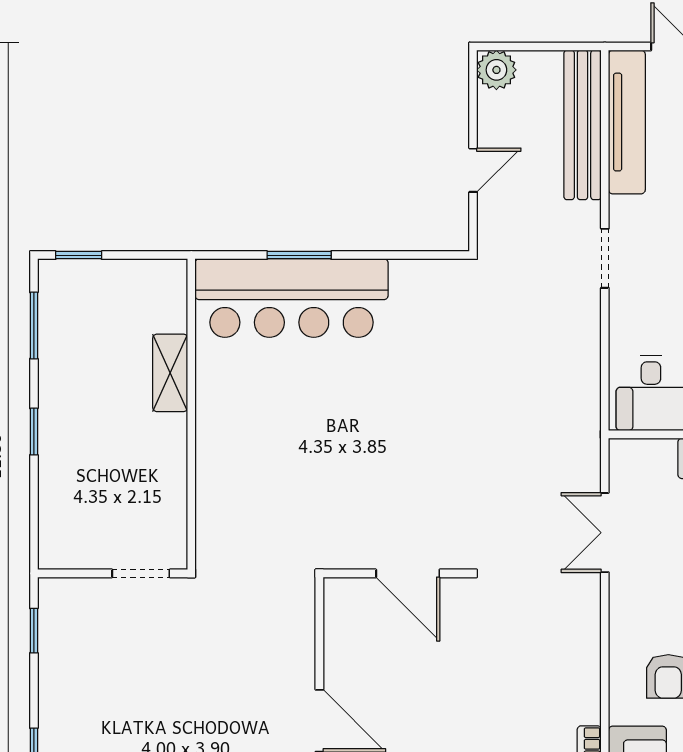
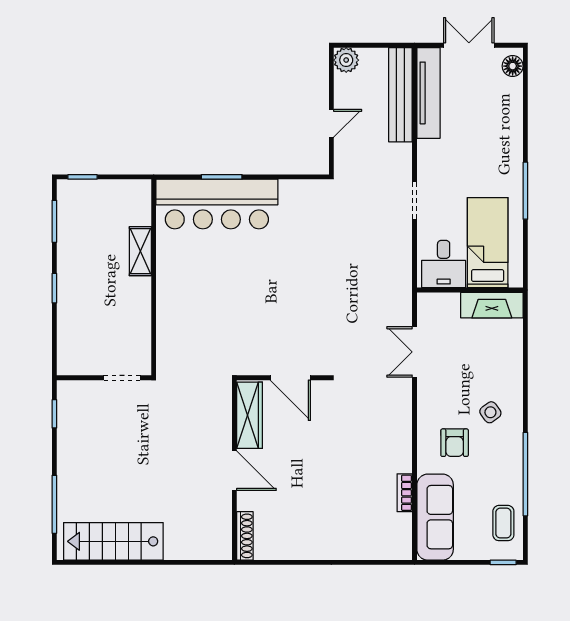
doorway: (605, 258) -> (415, 200), moved
wardrobe: (343, 633) -> (250, 415), added

